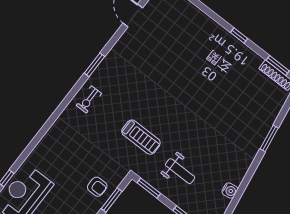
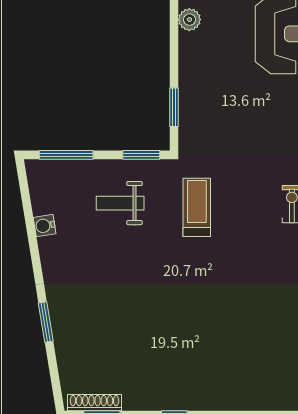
treadmill: (141, 137) -> (197, 207), turned 90
armchair: (97, 187) -> (203, 110), removed

